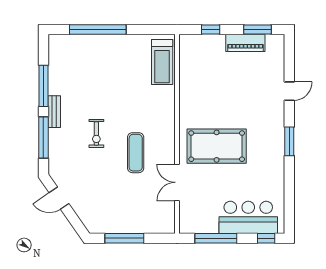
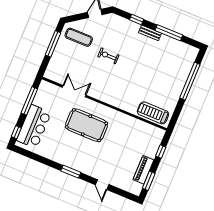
exercise bike: (96, 134) -> (108, 56), moved
window: (43, 138) -> (137, 19), width x0.46
pool table: (217, 146) -> (87, 125), turned 90
exercise mat: (136, 153) -> (79, 37), moved

